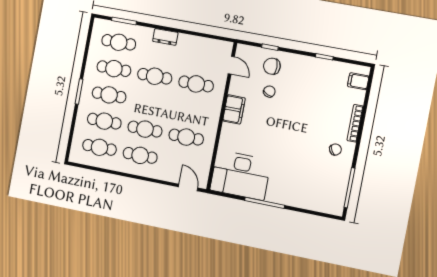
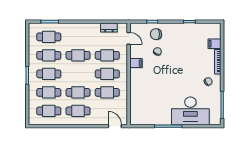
dresser: (165, 37) -> (109, 27), moved
filing cabinet: (358, 81) -> (215, 44), moved
filing cabinet: (234, 109) -> (136, 63), width x0.50
cafe table: (191, 111) -> (107, 74), added
desk: (240, 175) -> (190, 111), moved

